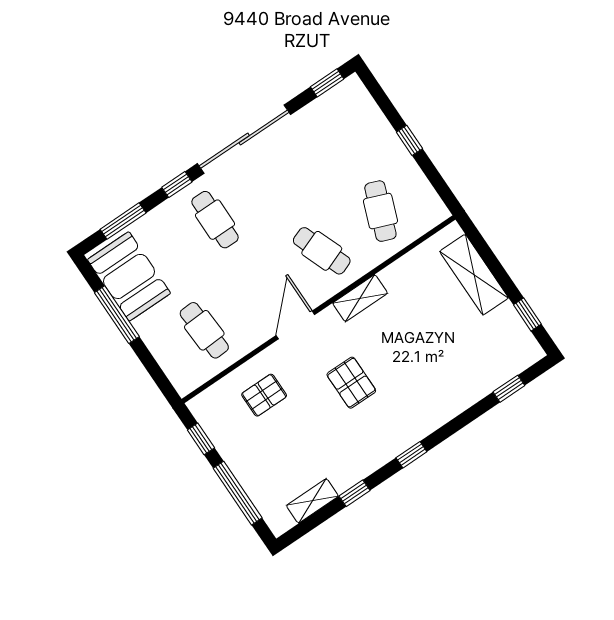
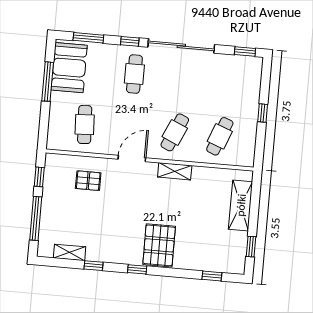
cafe table: (322, 251) -> (175, 132), turned 45
pallet: (351, 383) -> (159, 245), moved, width x1.50, depth x1.42

